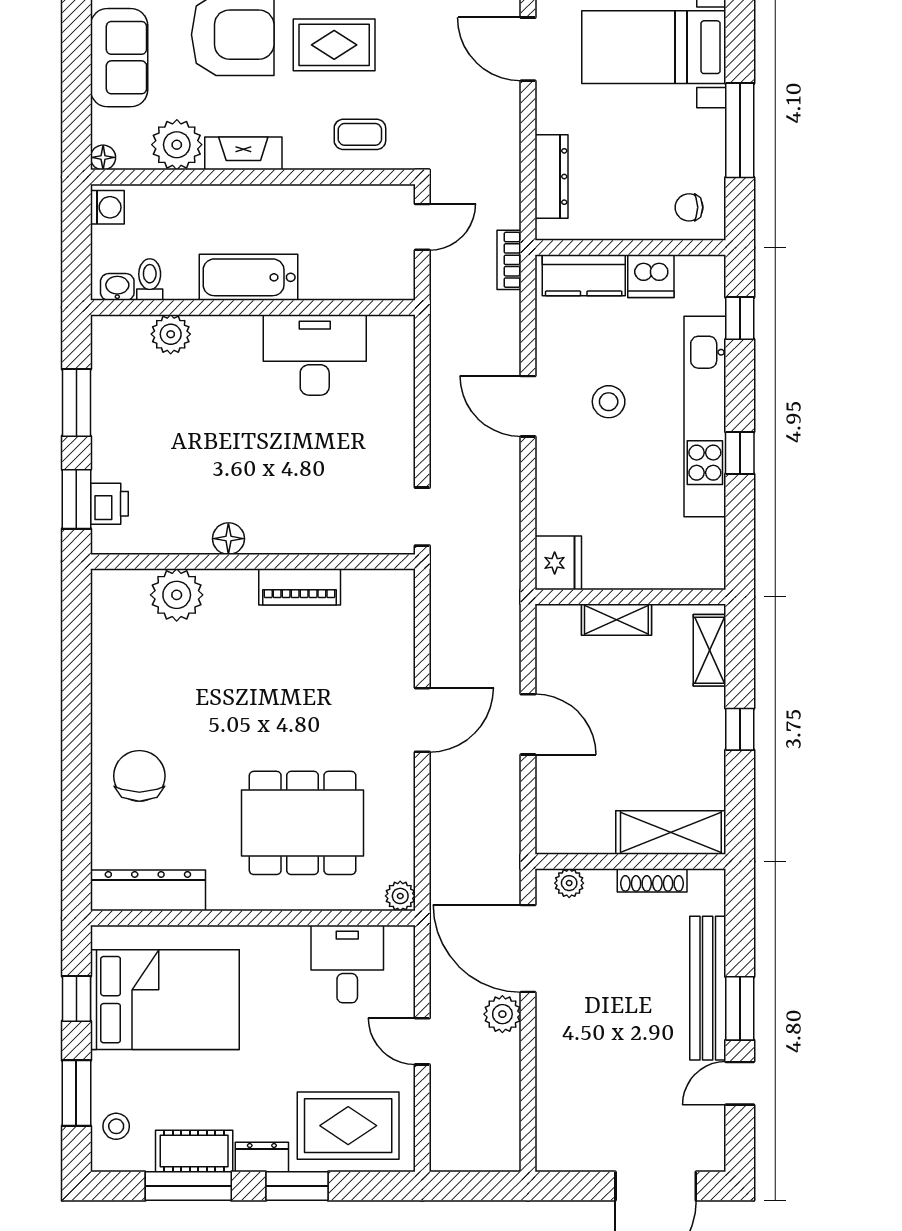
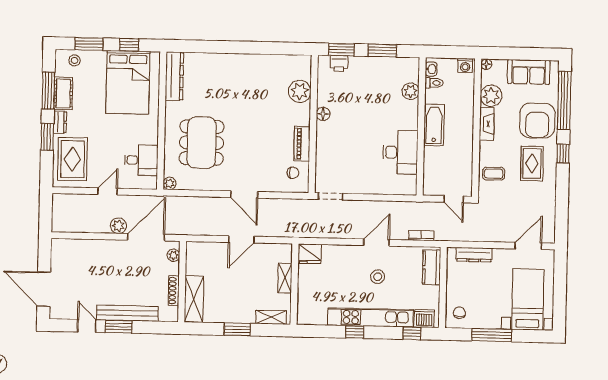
coffee table: (360, 134) -> (494, 174), turned 90
bookcase: (509, 260) -> (421, 235), moved
dishwasher: (651, 276) -> (424, 318), moved, turned 90
window: (740, 729) -> (237, 329), width x1.50
chair: (139, 776) -> (293, 173), moved, width x0.54, depth x0.54

